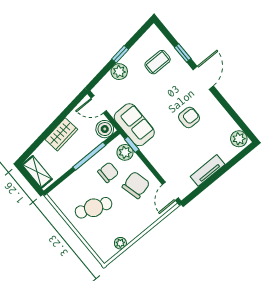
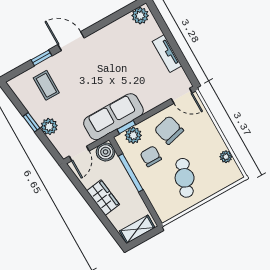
armchair: (189, 117) -> (109, 63), removed
sofa: (134, 125) -> (113, 117), width x1.36

